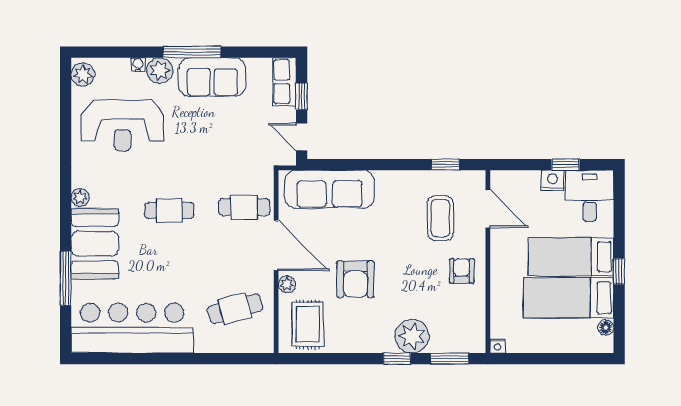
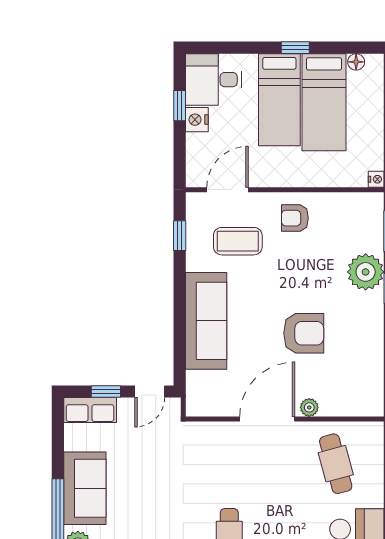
sofa: (330, 189) -> (206, 321), moved
cafe table: (244, 207) -> (226, 454), removed
rug: (308, 324) -> (353, 385), removed

